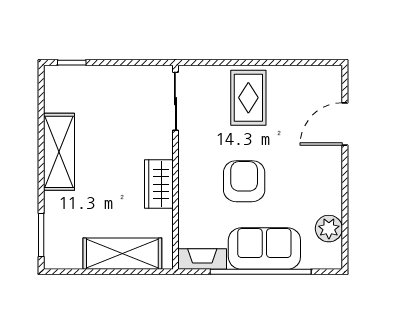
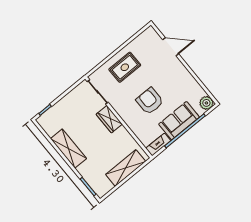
rug: (248, 98) -> (125, 67), turned 90
door: (345, 124) -> (171, 47), swing flipped
wardrobe: (159, 184) -> (109, 119), moved
plant: (329, 229) -> (206, 103), moved

